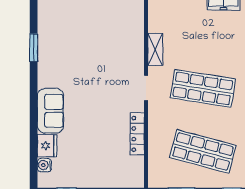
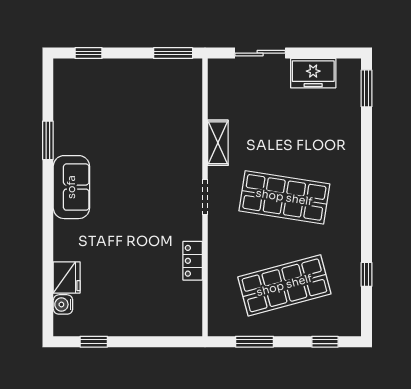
sofa: (50, 111) -> (71, 187), moved
locker: (137, 134) -> (193, 261), width x0.66
shop shelf: (203, 151) -> (284, 285), turned -30

